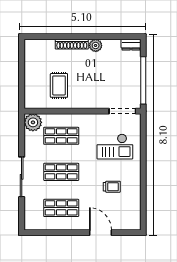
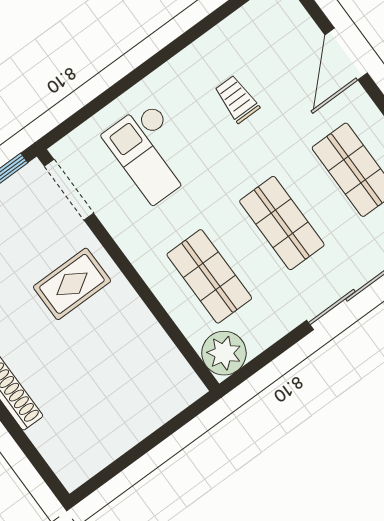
rug: (59, 85) -> (72, 284), moved
checkout: (115, 147) -> (151, 152), turned 180

